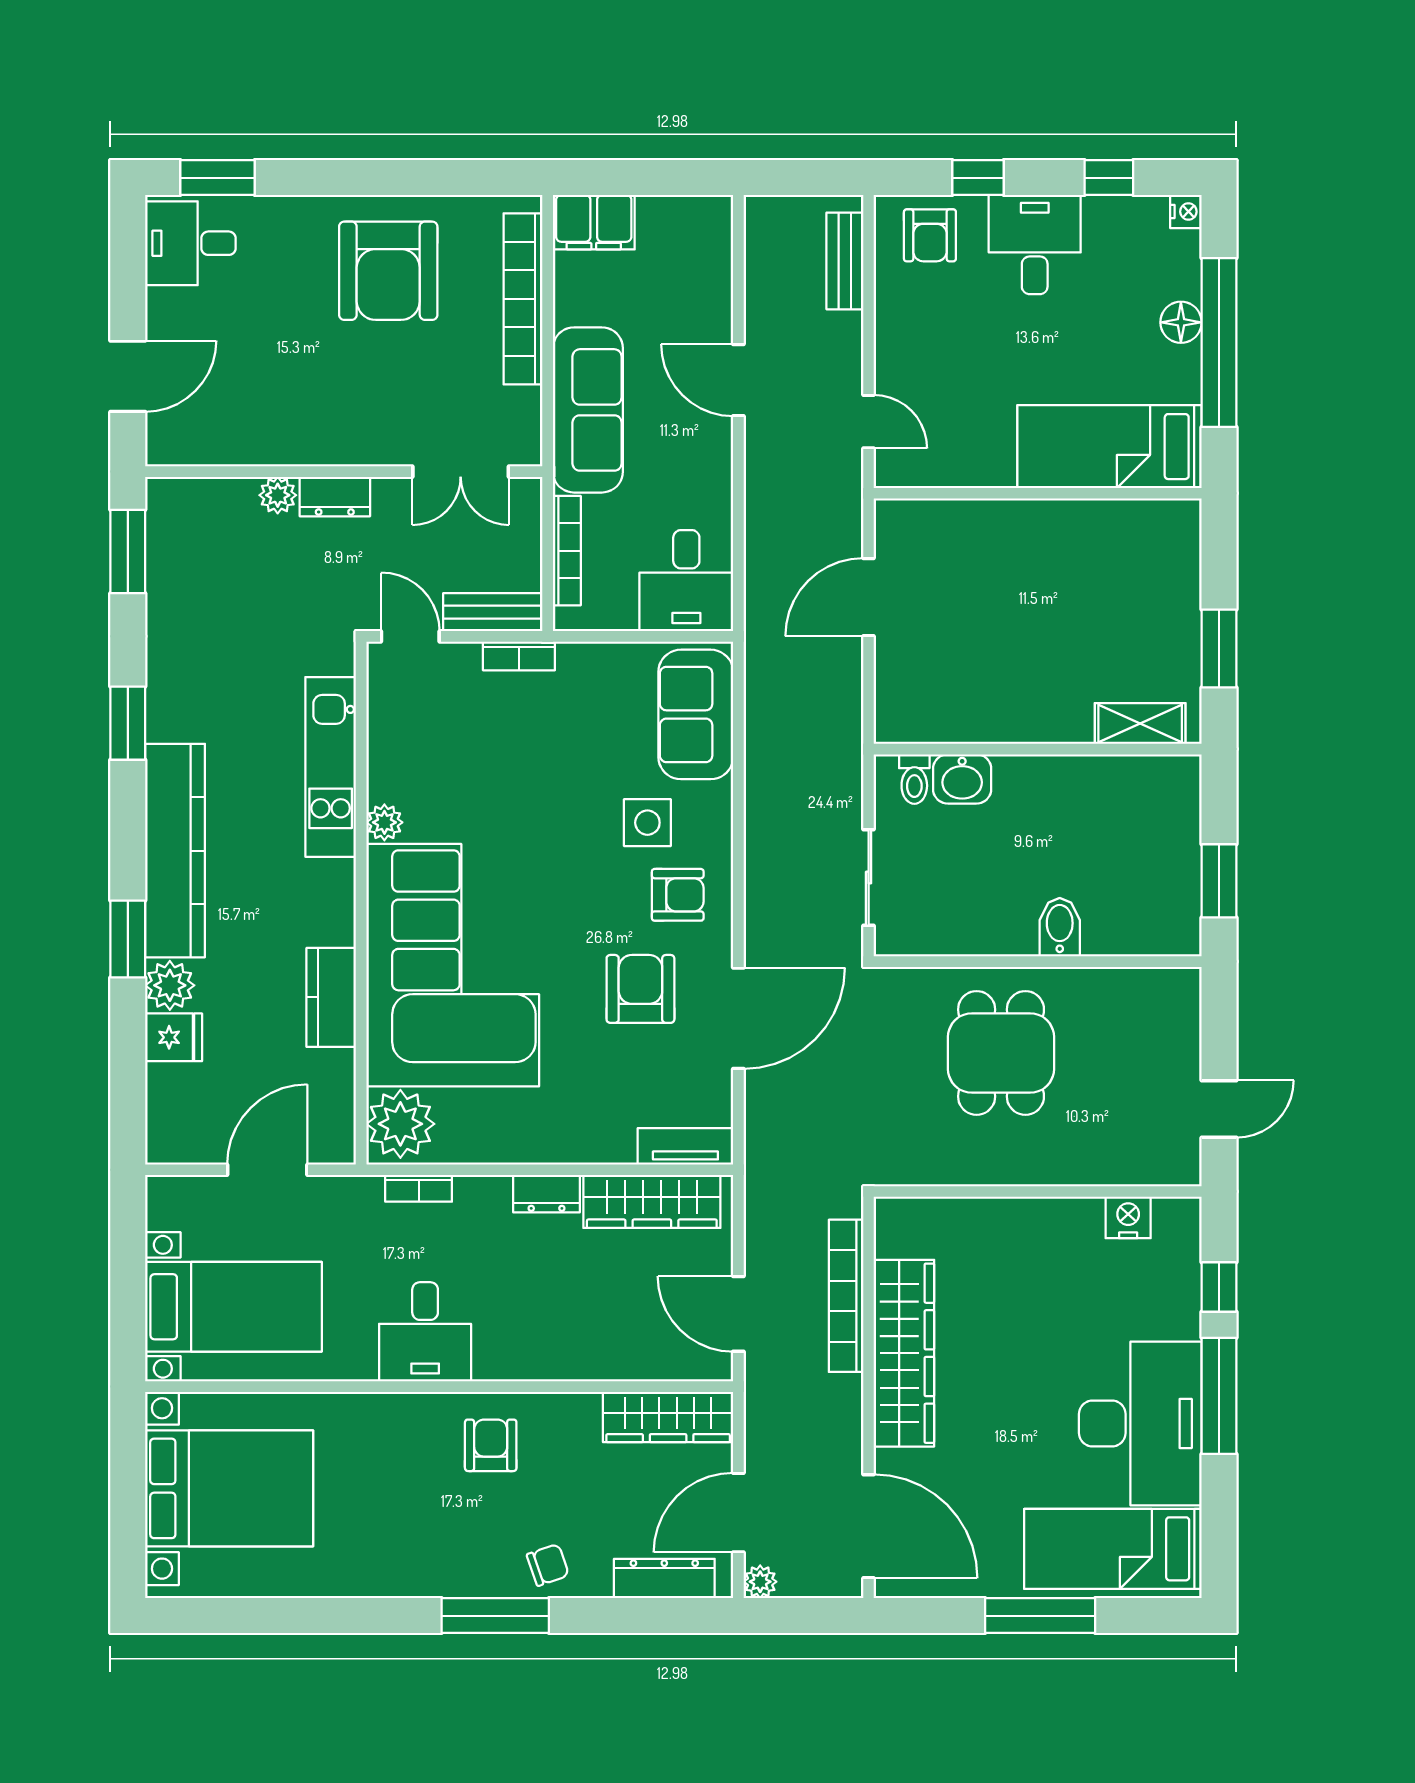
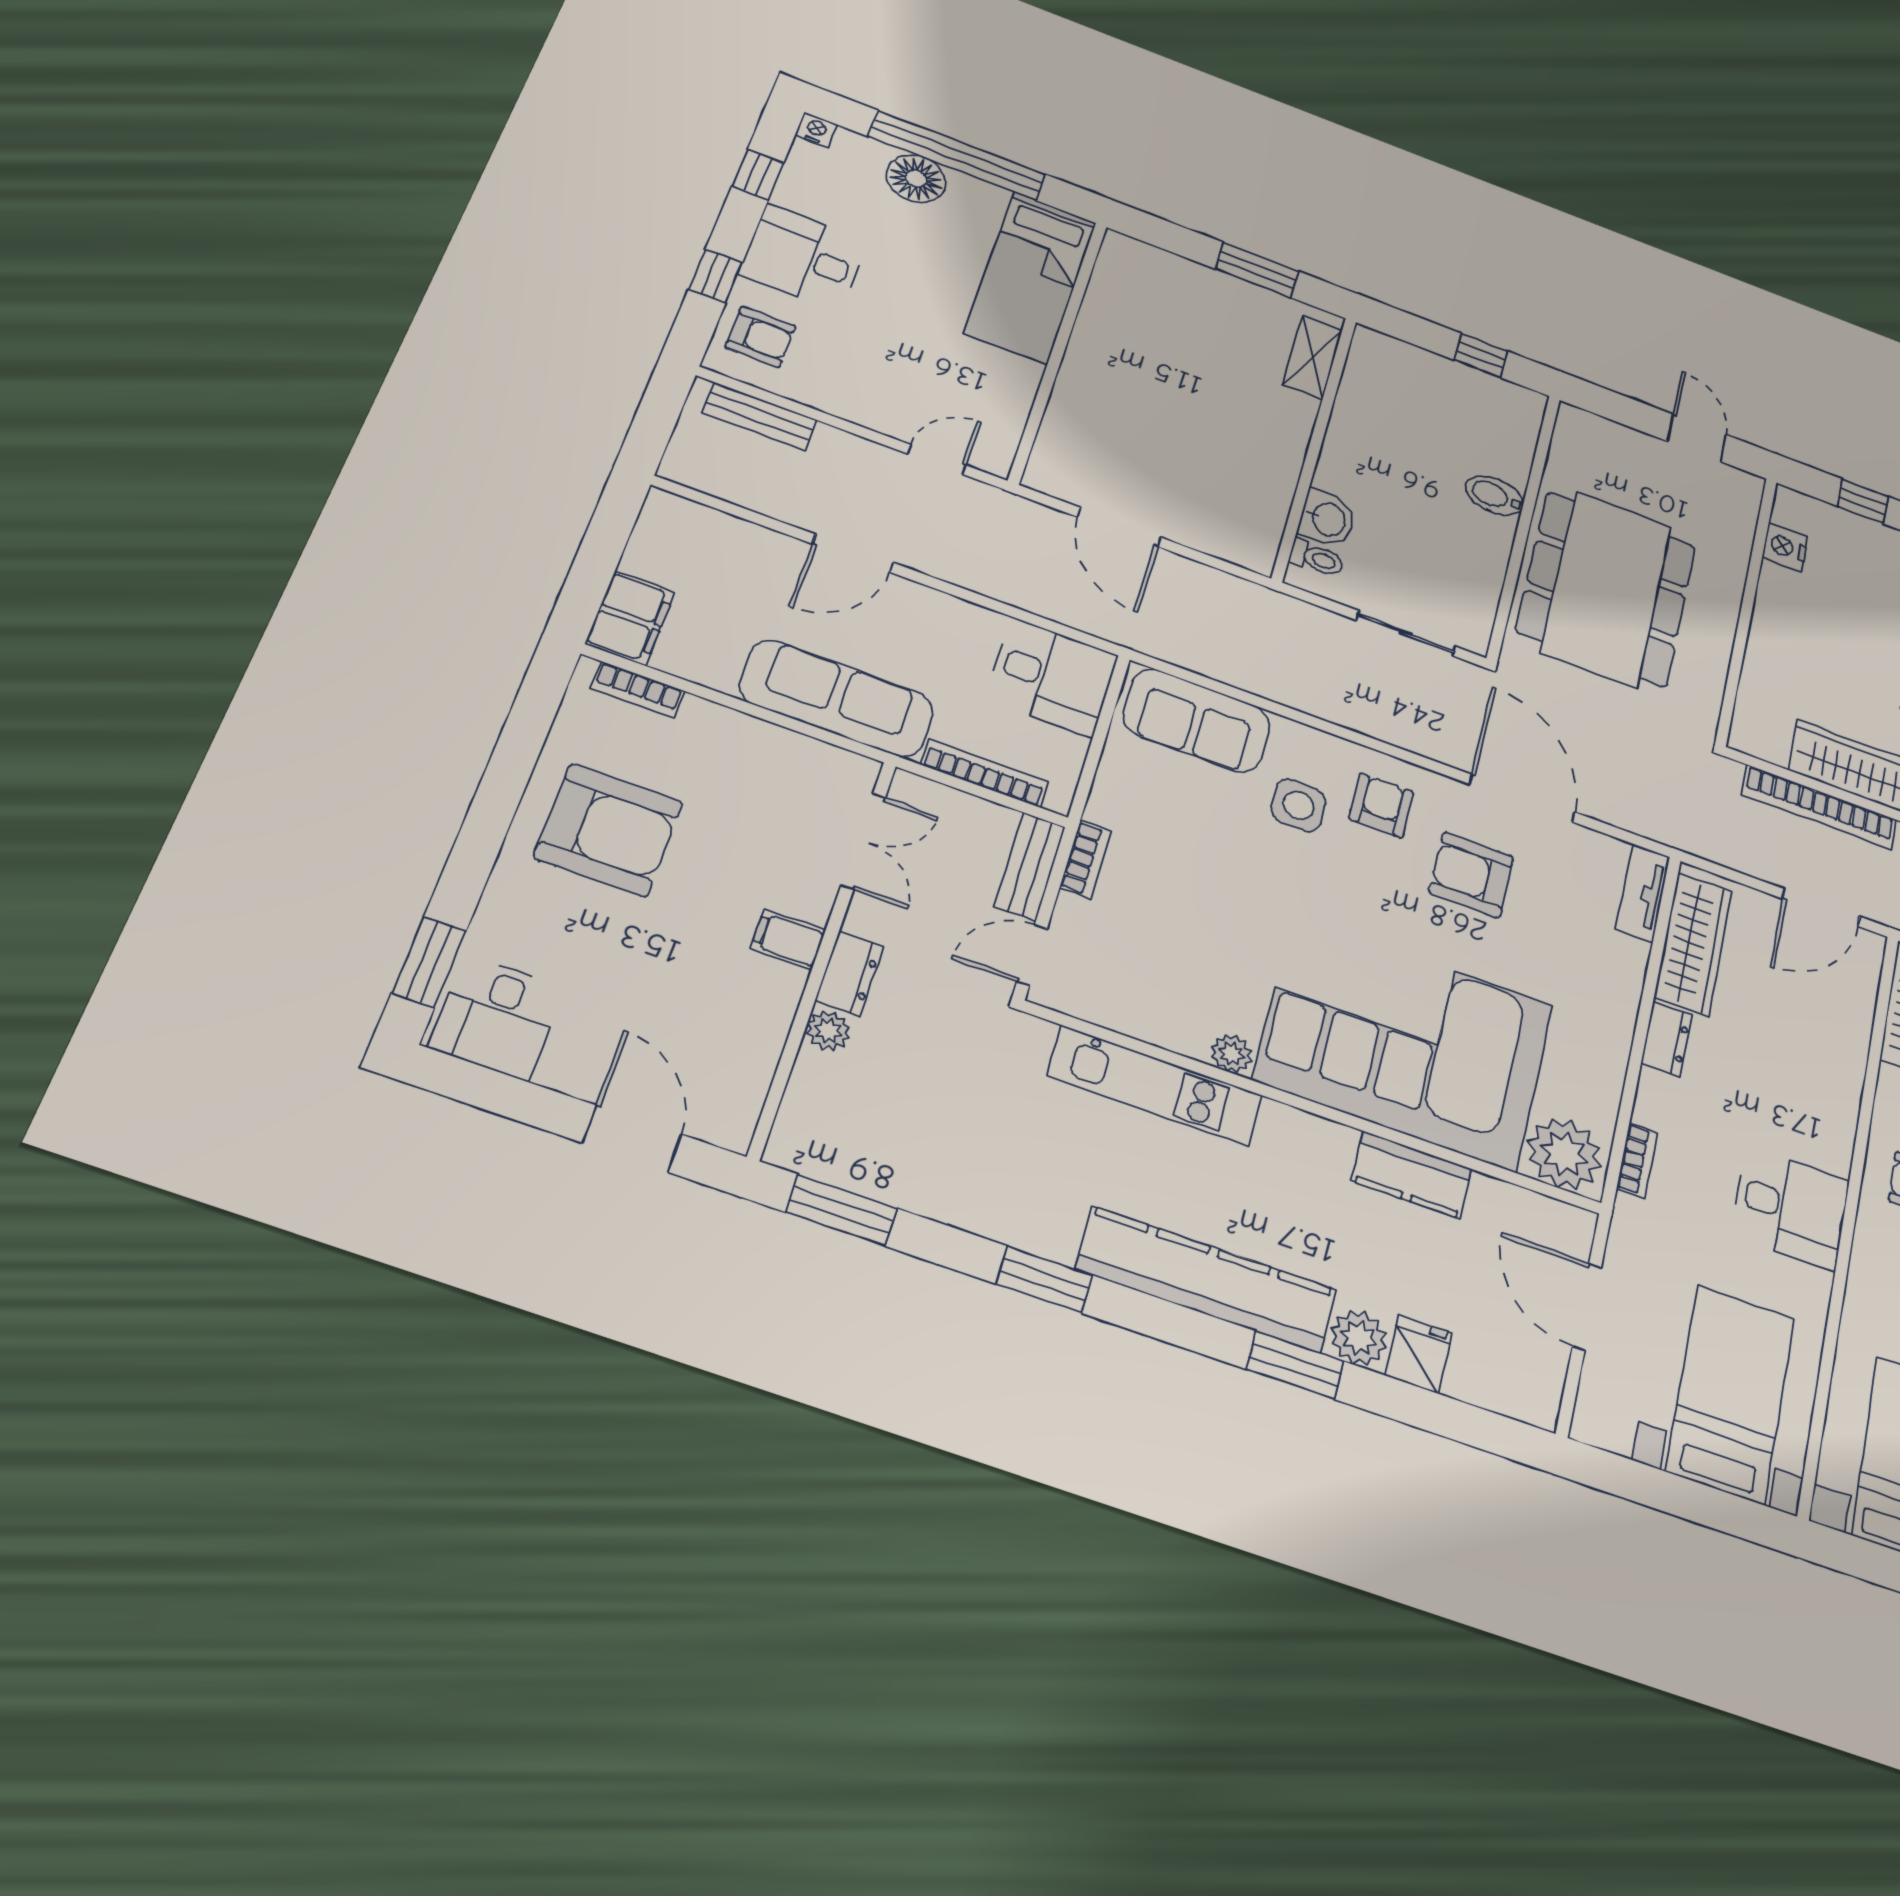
bookcase: (523, 299) -> (638, 690), width x0.43, depth x0.76
floor lamp: (1181, 322) -> (916, 179), width x1.38, depth x1.38
filing cabinet: (346, 440) -> (788, 939), added
window: (1219, 881) -> (1481, 355), width x0.67
dining table: (1001, 1053) -> (1606, 589), width x1.88, depth x1.24

